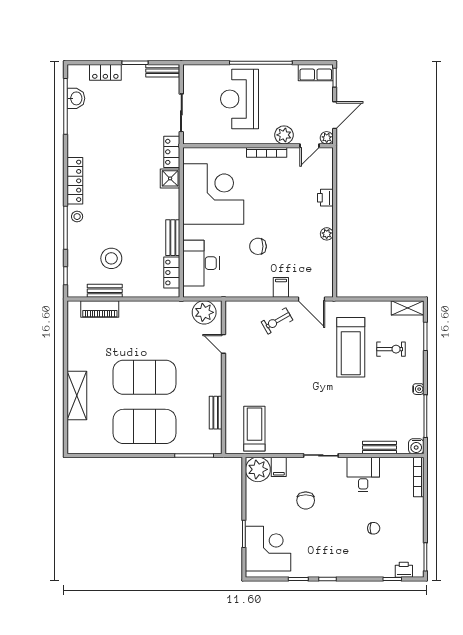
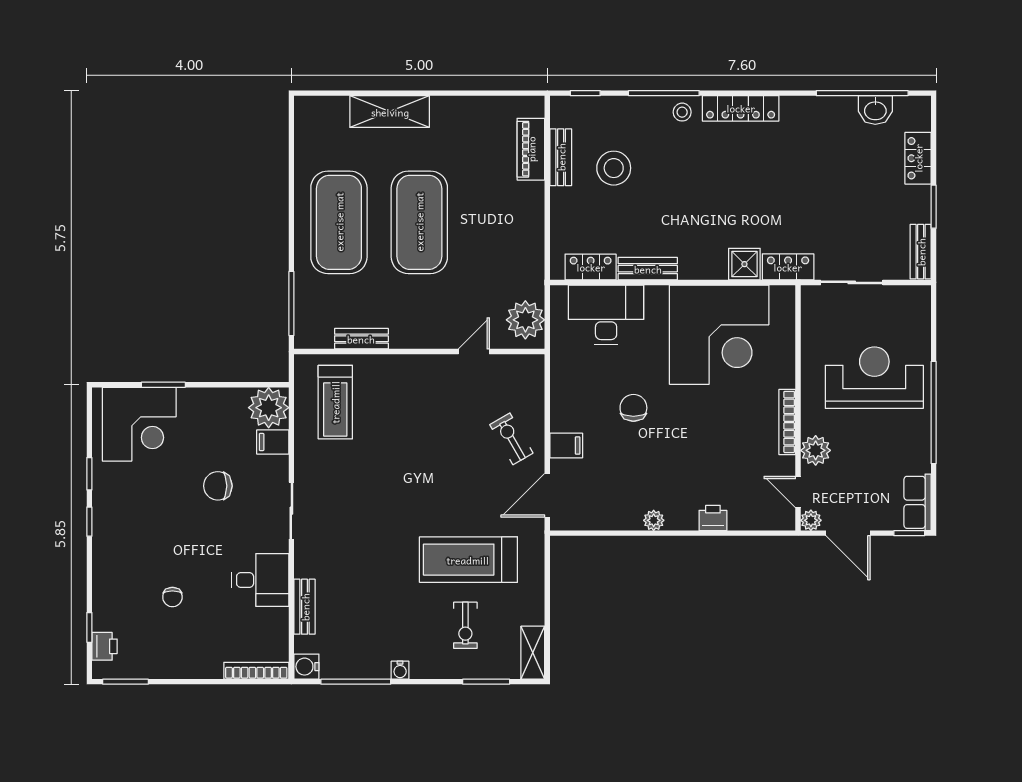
treadmill: (254, 429) -> (335, 402), turned 90

